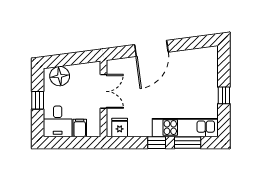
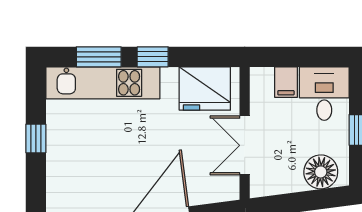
fridge: (120, 127) -> (205, 88), width x1.88, depth x1.34

